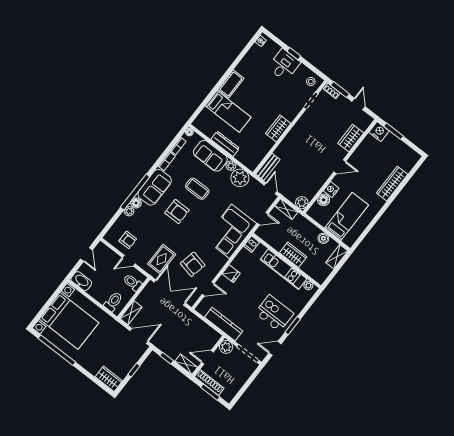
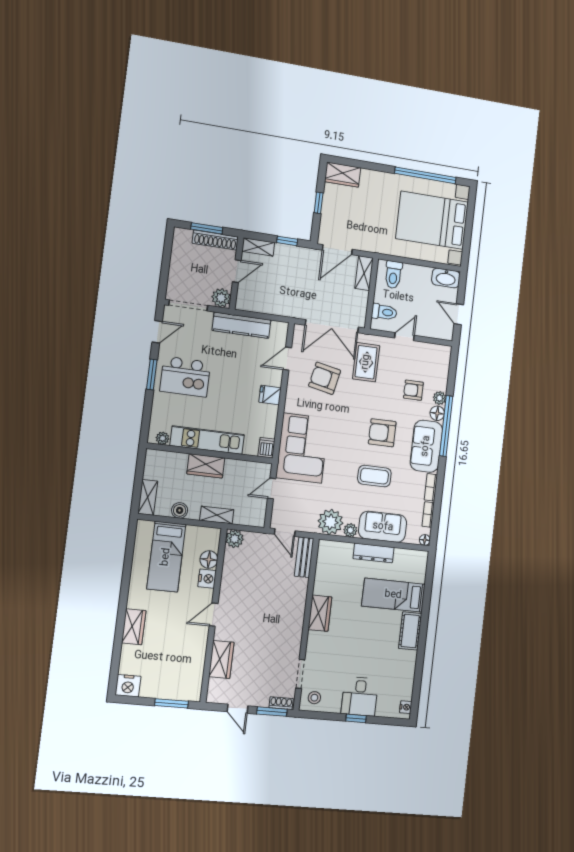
nightstand: (379, 132) -> (128, 686), moved
wardrobe: (392, 184) -> (134, 627), width x0.67
shelving: (286, 209) -> (217, 515), moved
armchair: (128, 240) -> (413, 390), moved

